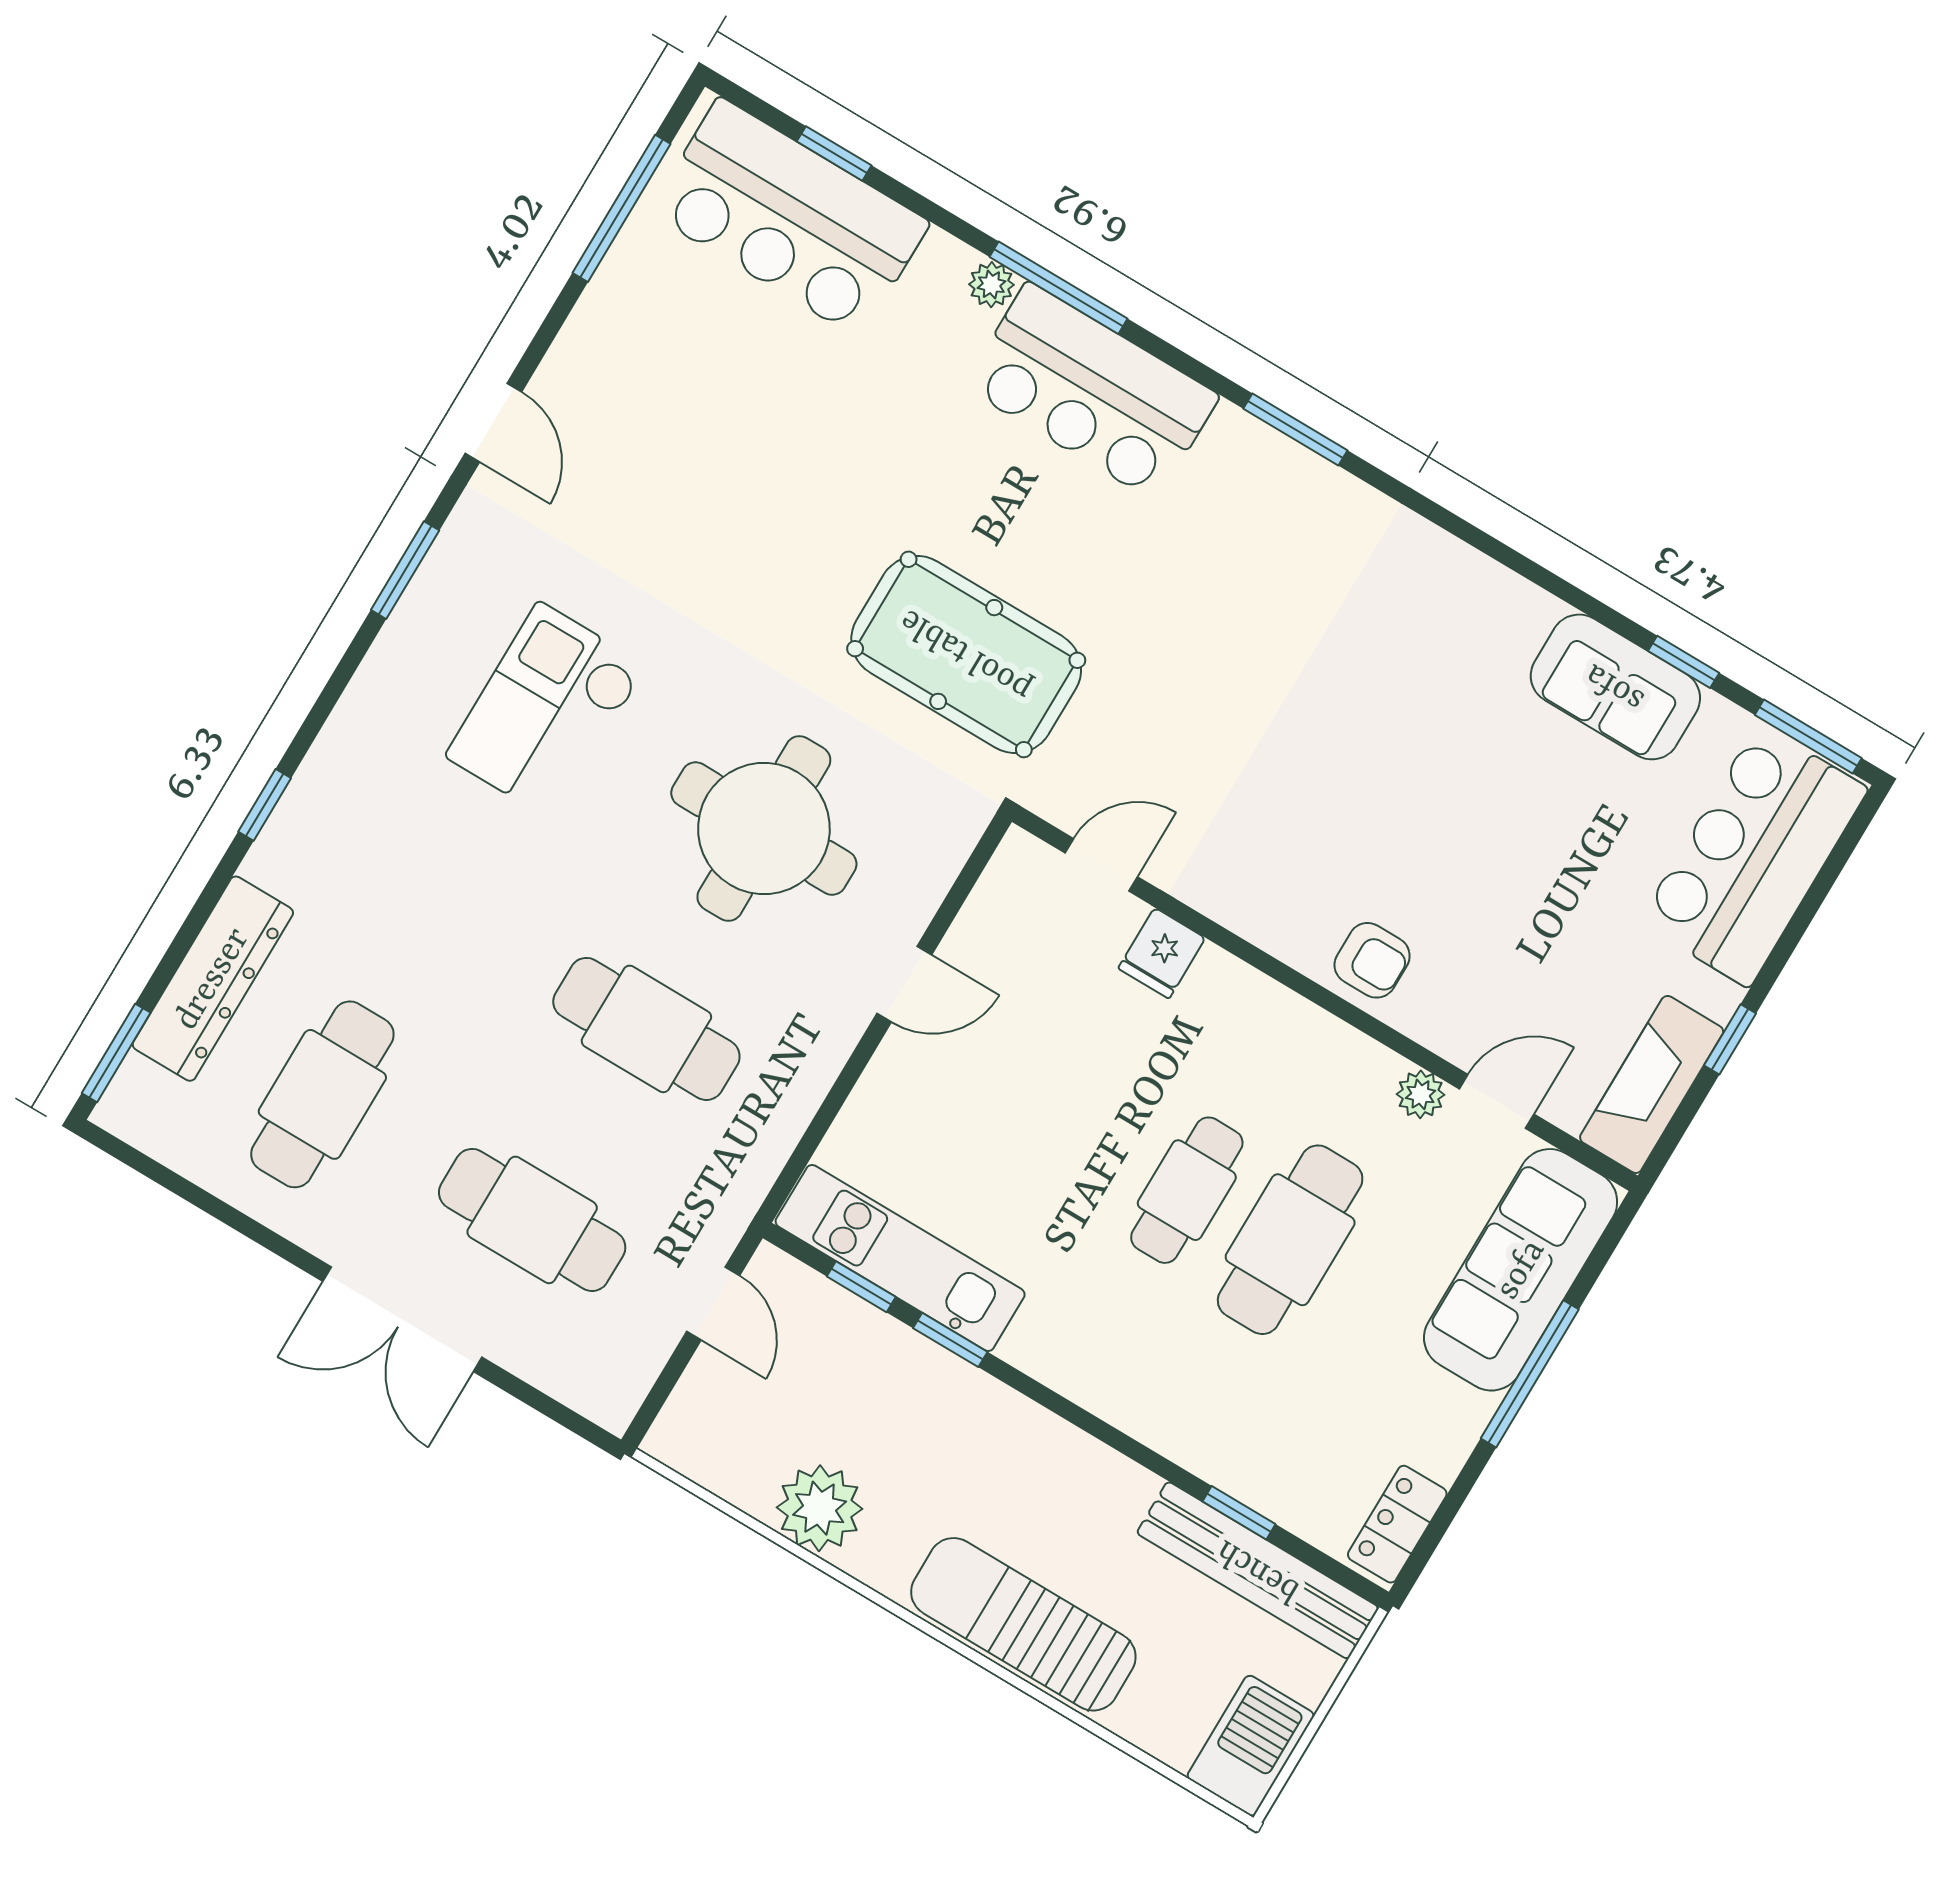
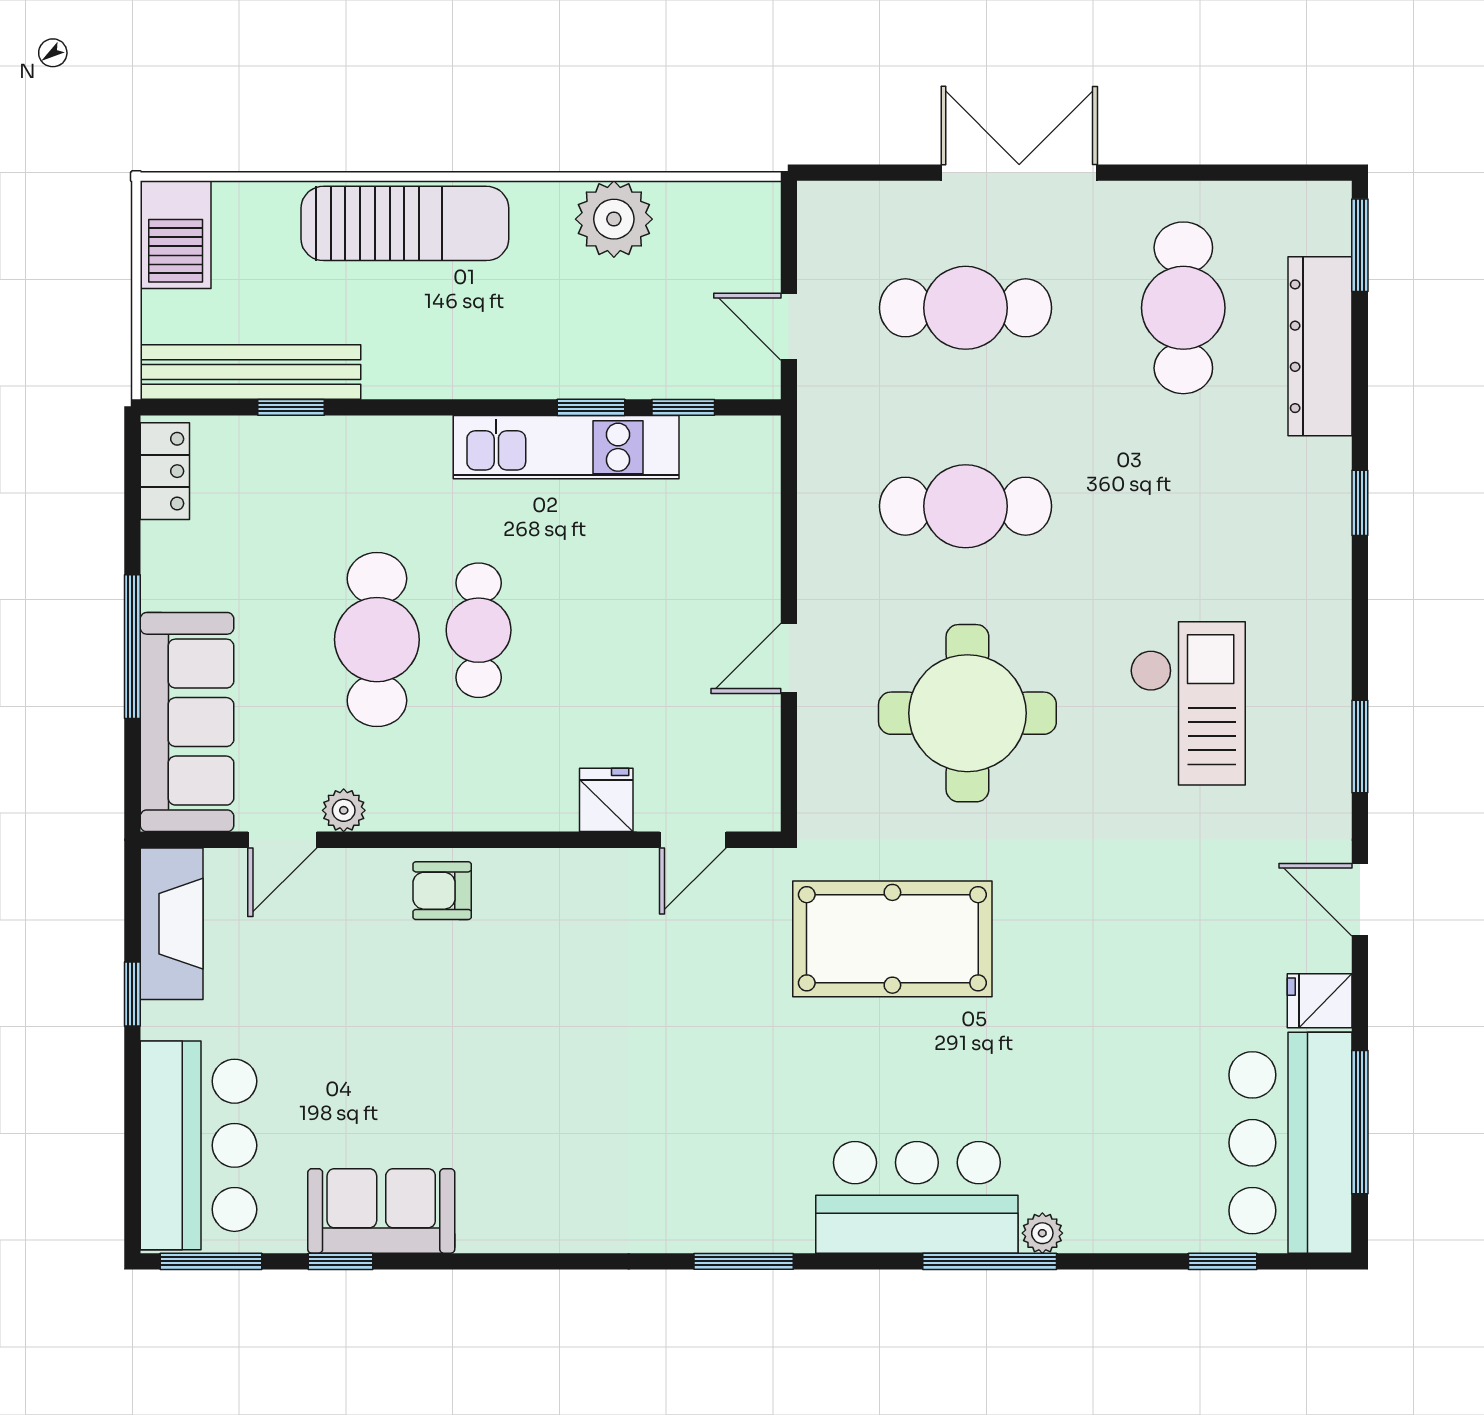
bar counter: (790, 218) -> (1290, 1143), moved, turned -90
fridge: (590, 349) -> (1320, 1001), added
kitchen unit: (900, 1258) -> (566, 447), moved

